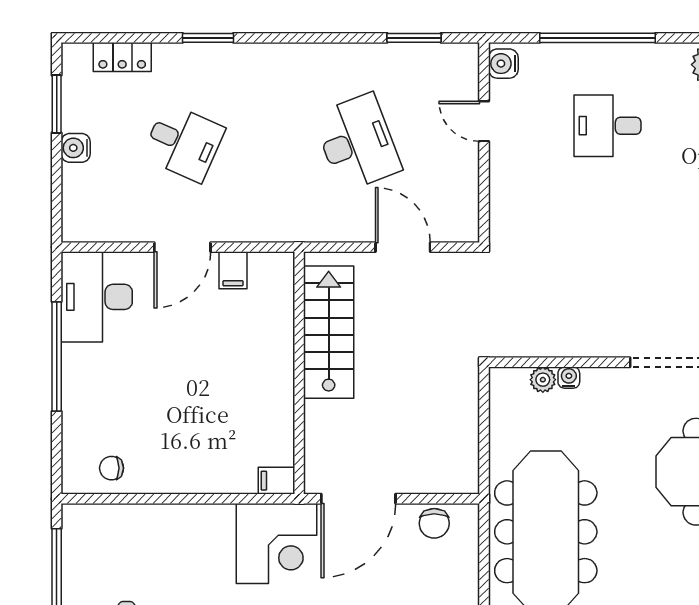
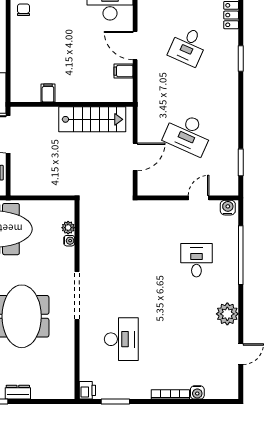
desk: (357, 142) -> (188, 134), turned 45
filing cabinet: (276, 481) -> (48, 93), moved

